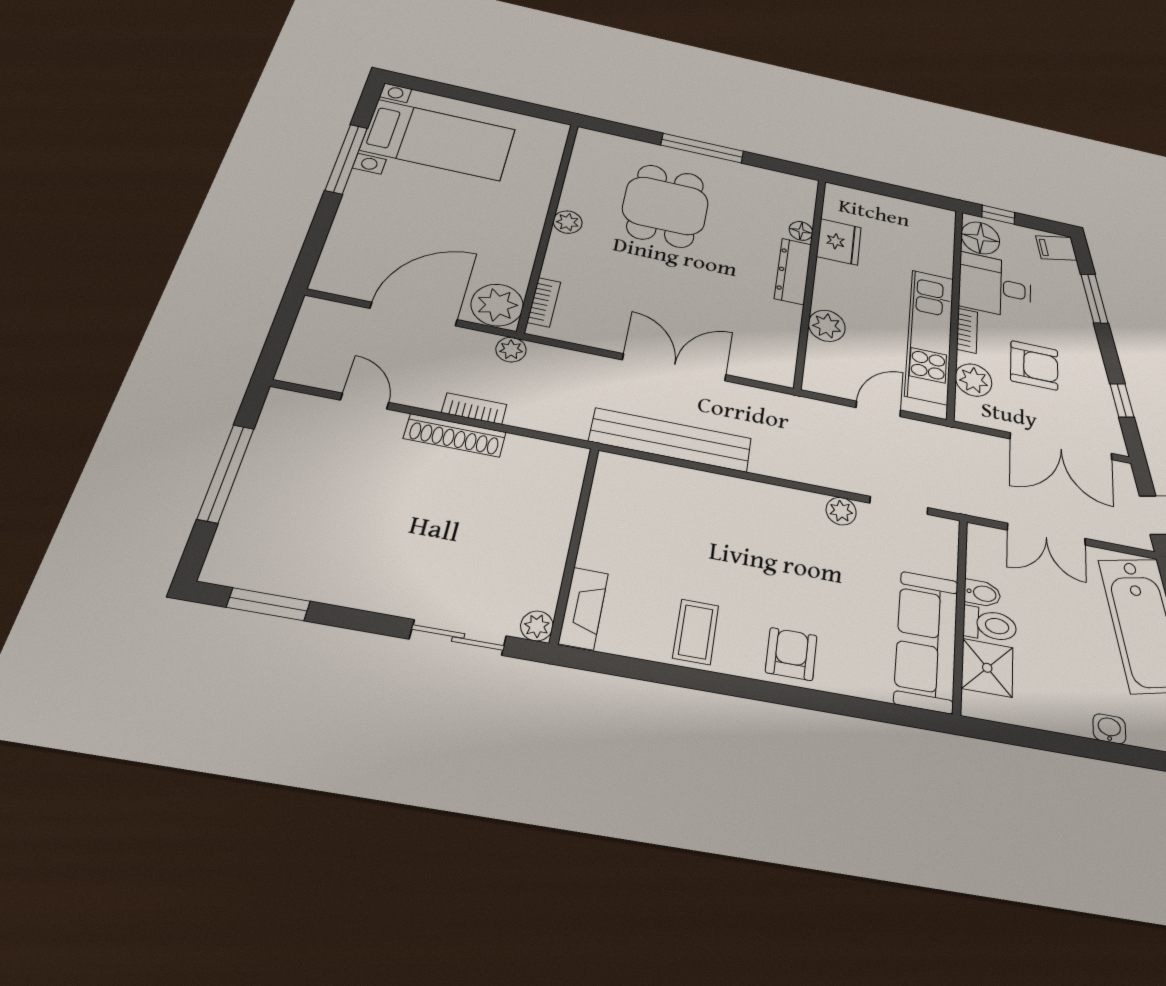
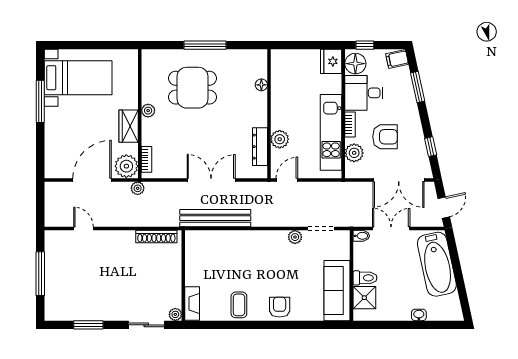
dining table: (665, 206) -> (192, 88), turned 90
wardrobe: (521, 238) -> (129, 126), added
fridge: (839, 242) -> (331, 61), moved, turned 180
dresser: (793, 271) -> (260, 147), moved
bookcase: (474, 409) -> (129, 222), removed
door: (878, 409) -> (287, 180), moved
shoe rack: (455, 435) -> (156, 237), moved
double door: (1046, 534) -> (391, 229), swing flipped
bidet: (982, 593) -> (361, 236), moved
window: (268, 604) -> (88, 325), moved

